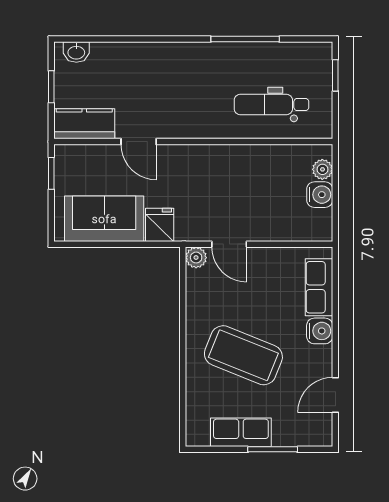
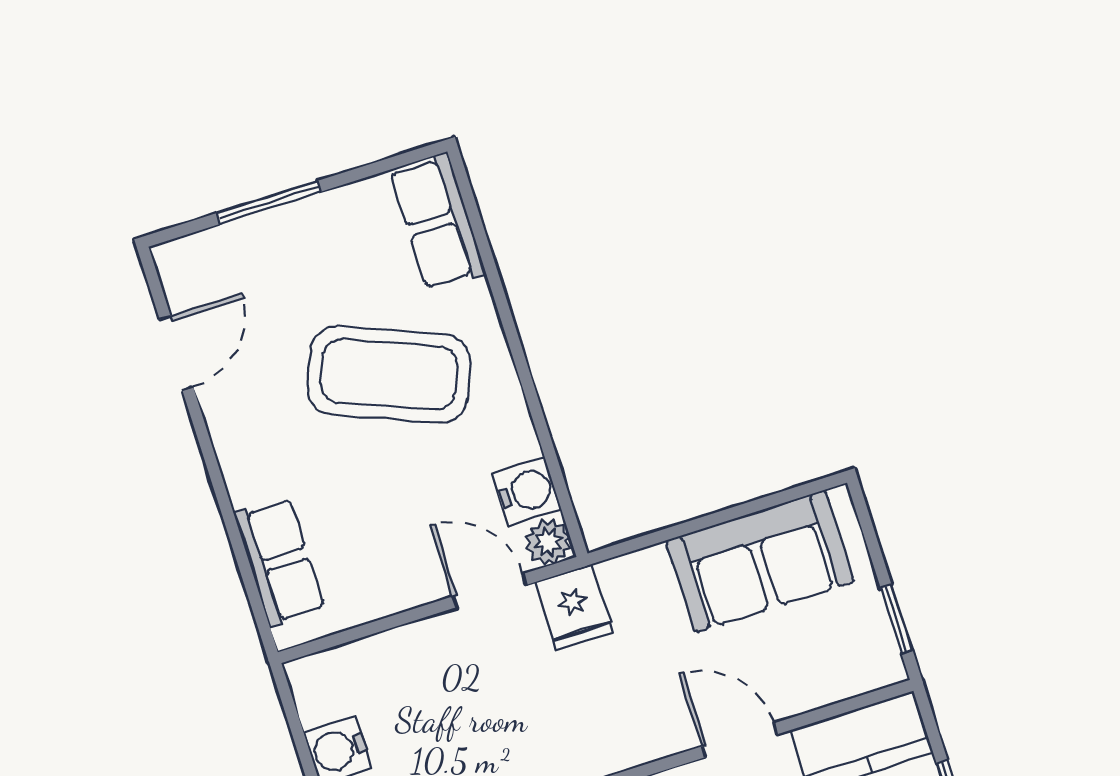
fridge: (160, 225) -> (574, 607), moved
water cooler: (320, 331) -> (527, 491), moved, turned 180
row of seats: (241, 432) -> (438, 222), moved, turned 90

